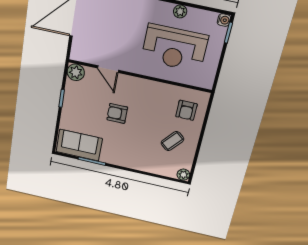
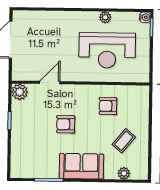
door: (108, 69) -> (50, 83), swing flipped
armchair: (186, 110) -> (108, 106), moved, turned 90
sofa: (79, 145) -> (81, 166), moved
plant: (183, 175) -> (124, 173), moved

